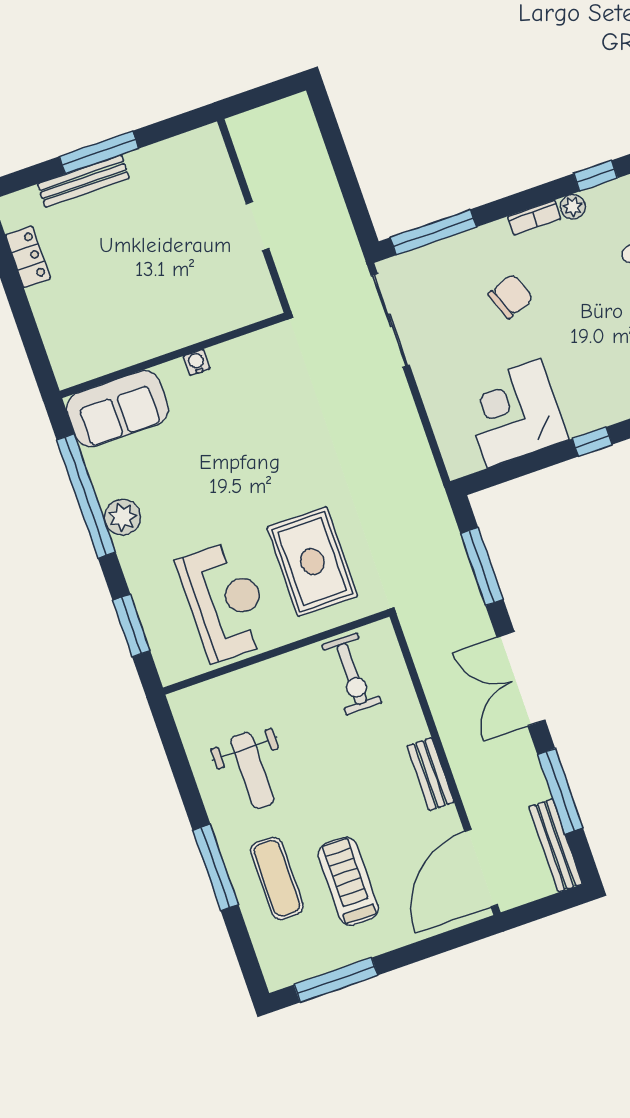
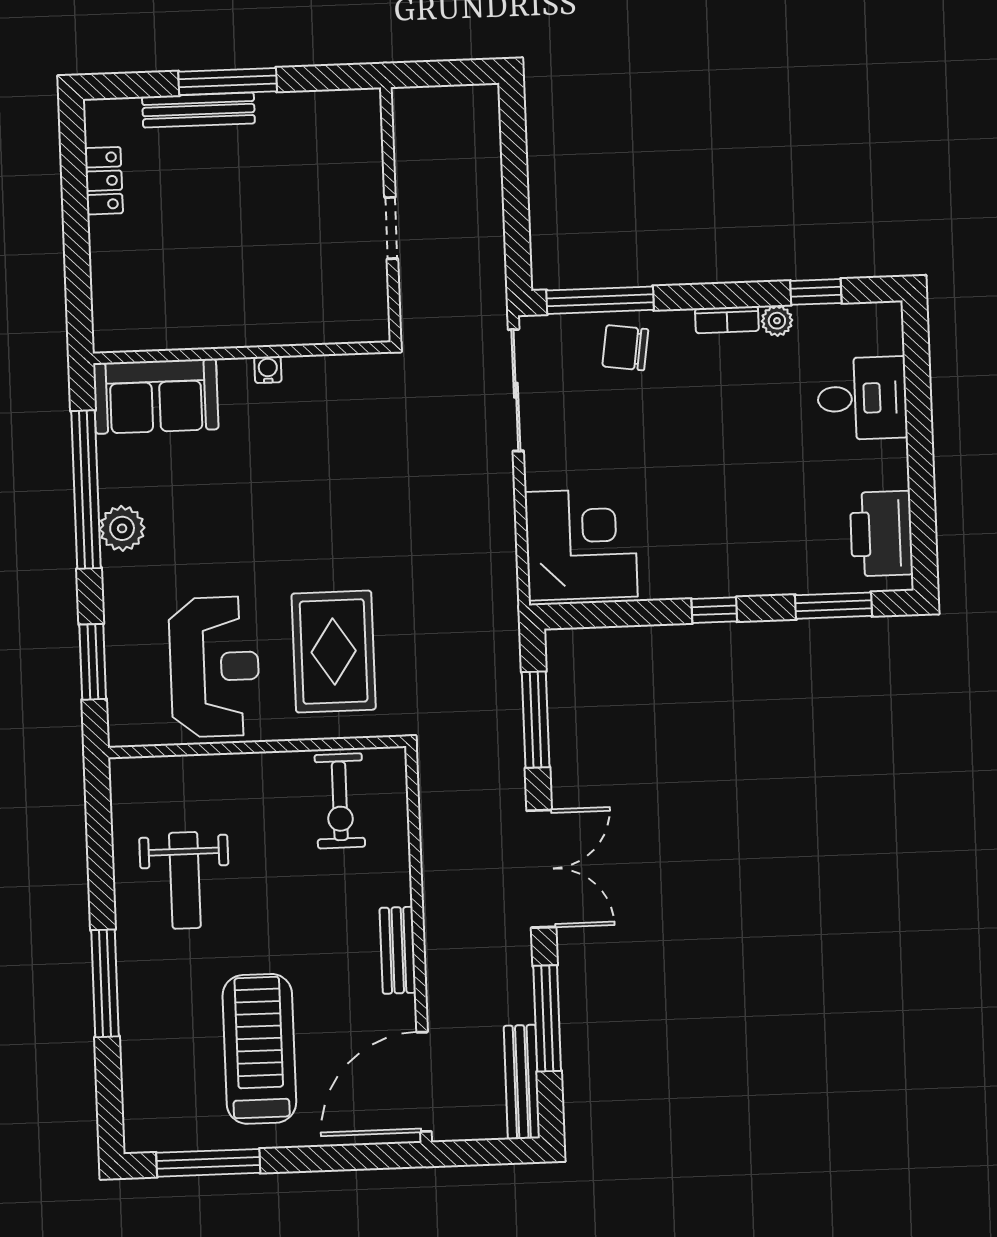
chair: (511, 296) -> (625, 348), moved, turned -151
corner desk: (514, 413) -> (581, 544), moved, turned 90
double door: (521, 679) -> (541, 869), swing flipped
exercise mat: (277, 878) -> (175, 1019), removed
treadmill: (348, 881) -> (259, 1049), width x1.37, depth x1.38

